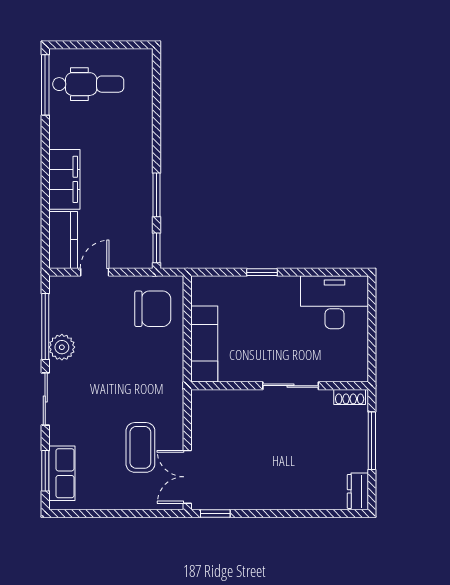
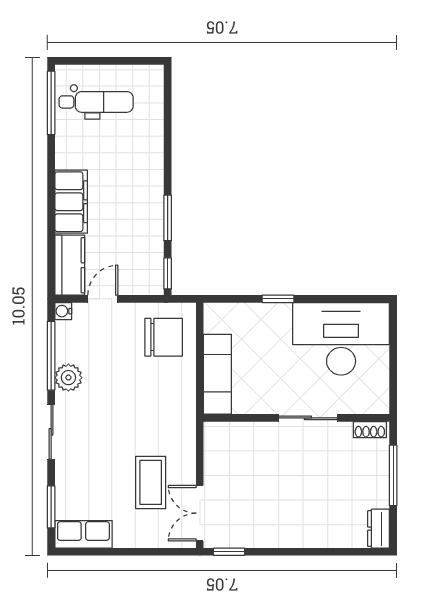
water cooler: (57, 284) -> (63, 311), added
desk: (334, 302) -> (341, 339), width x1.36, depth x1.30
row of seats: (62, 473) -> (83, 534), moved, turned -90

